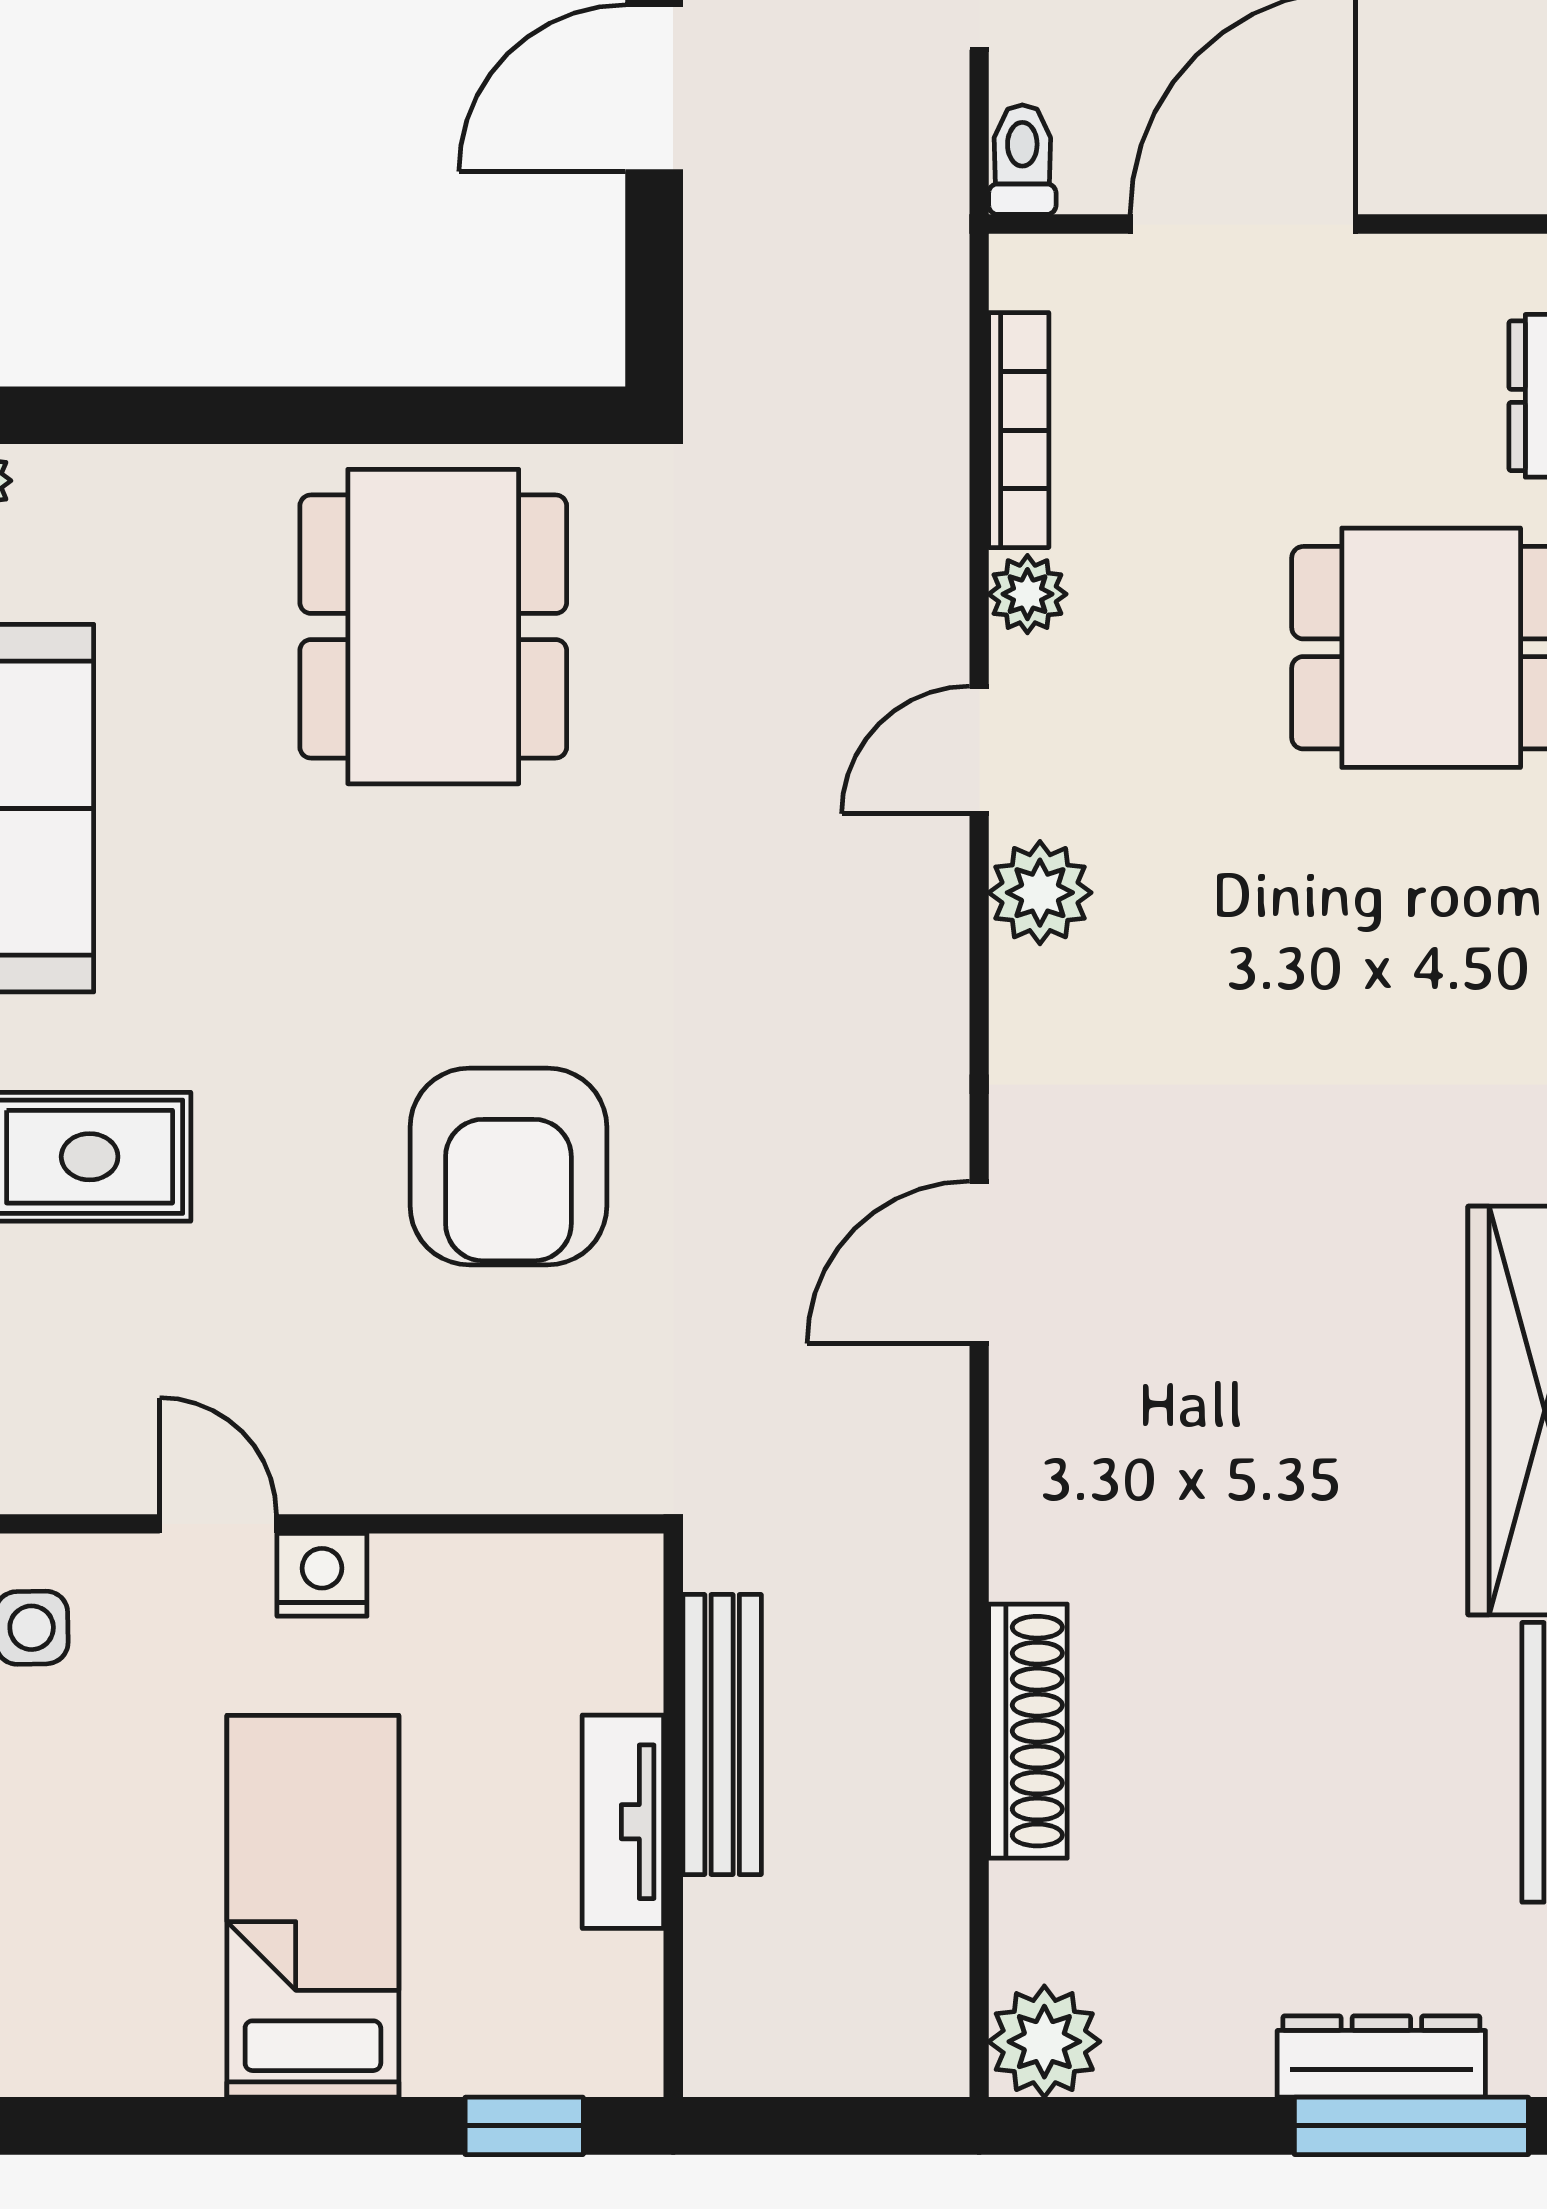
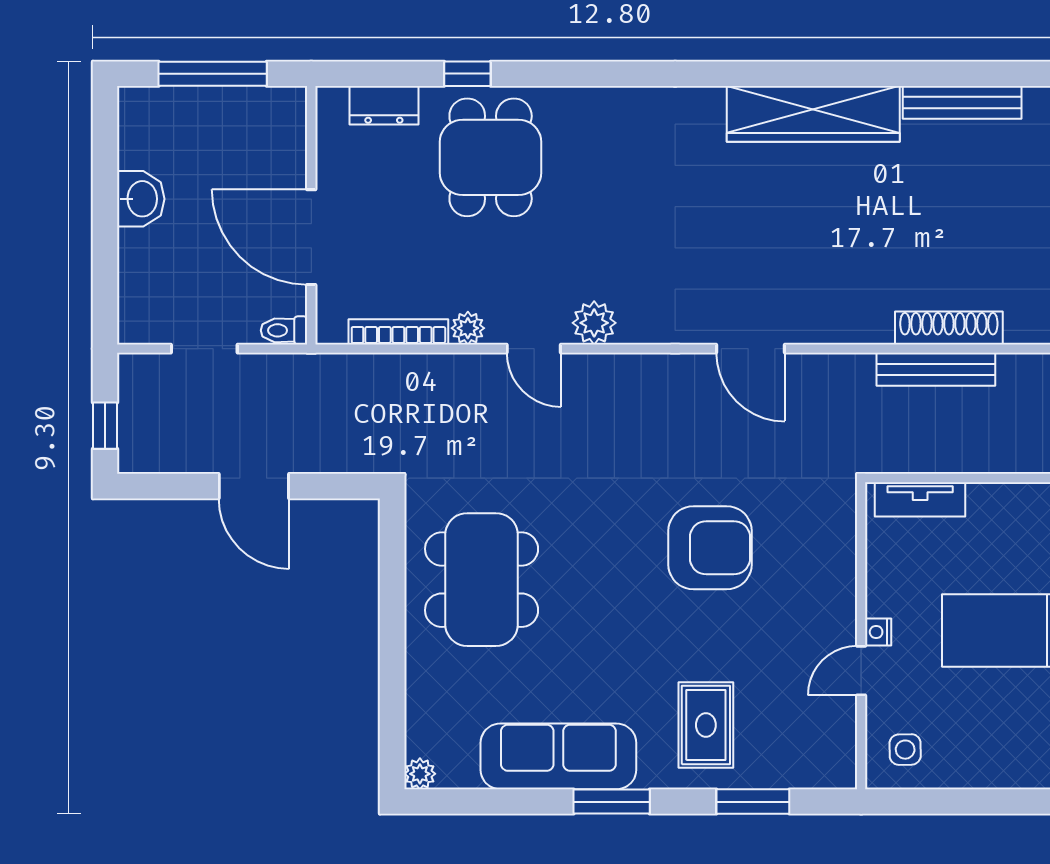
dining table: (433, 627) -> (482, 580), turned 90
nightstand: (322, 1575) -> (878, 632), width x0.72, depth x0.74
bench: (722, 1735) -> (936, 369), moved
tv unit: (623, 1822) -> (920, 499), moved

